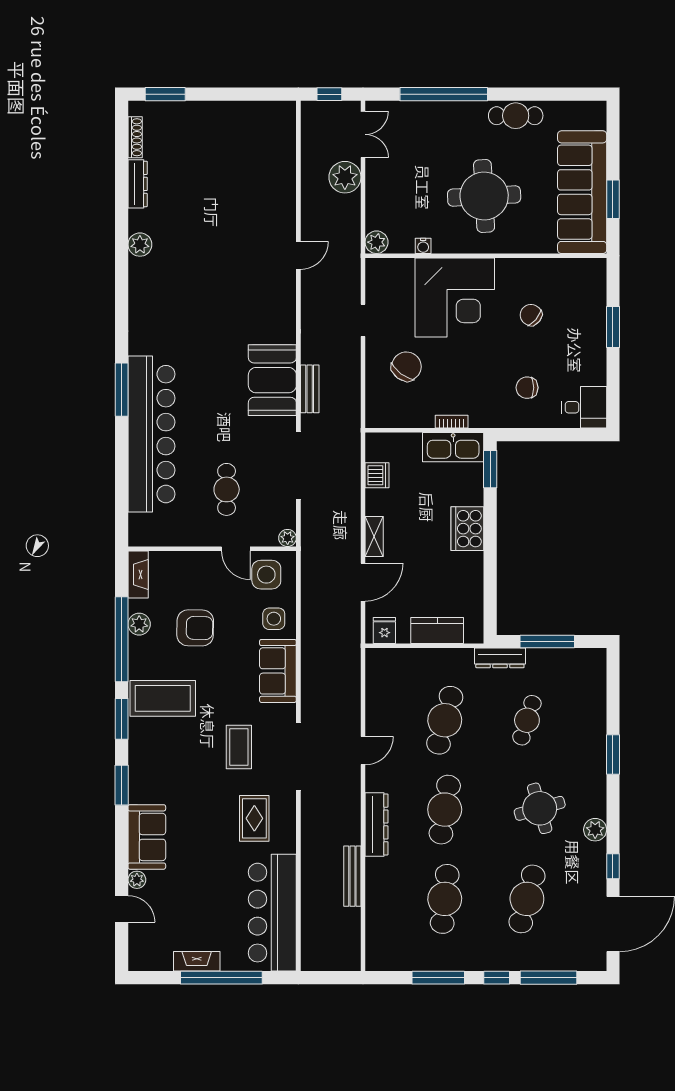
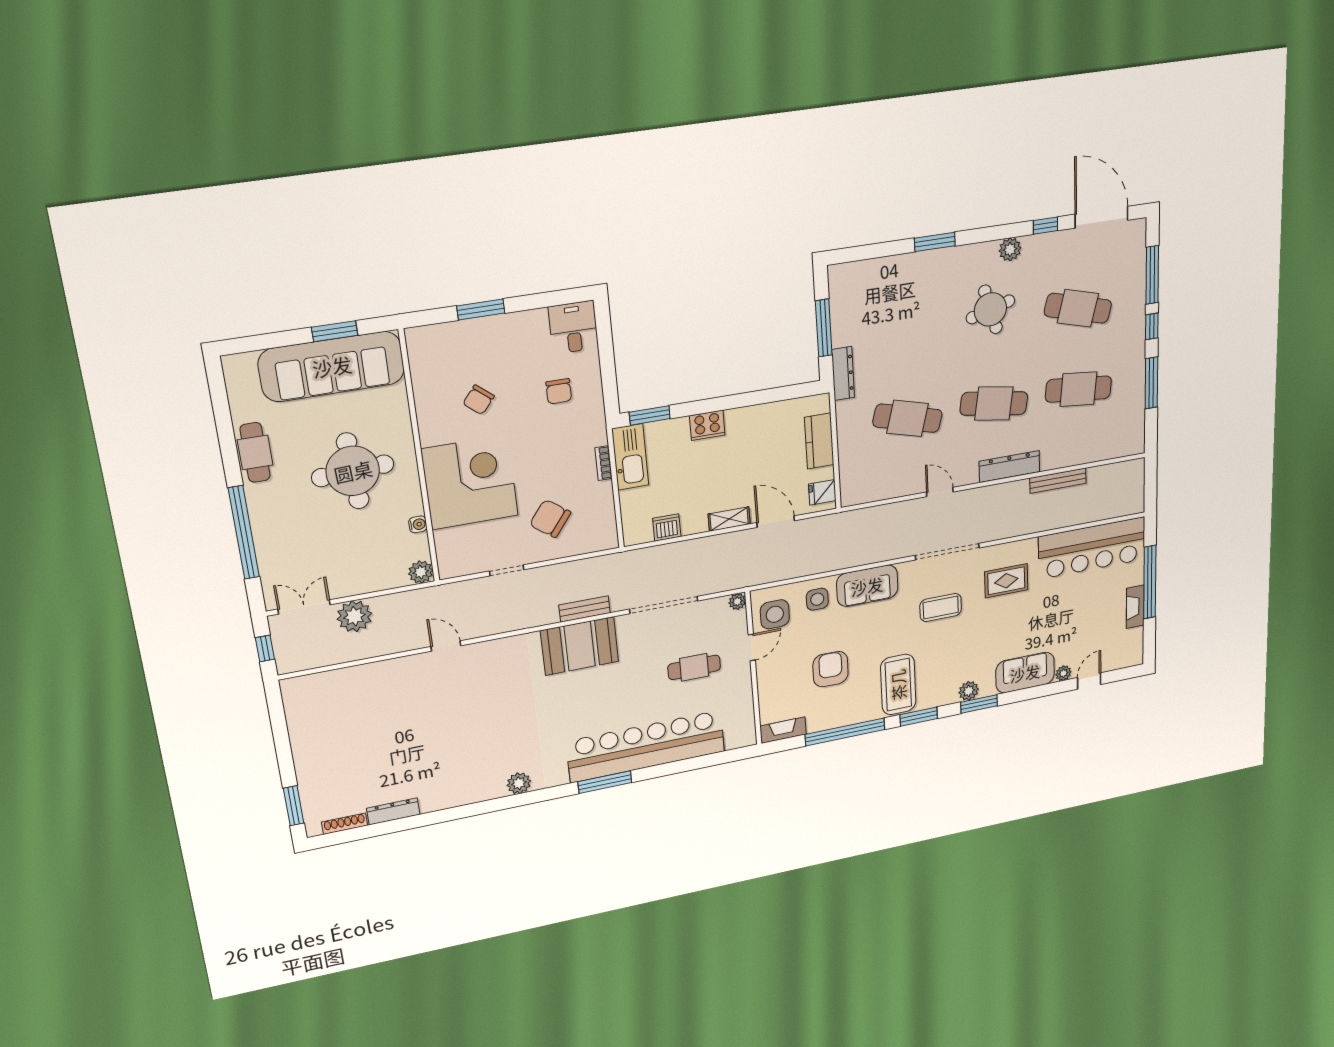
plant: (140, 245) -> (519, 783), moved
cooker: (467, 529) -> (707, 425), width x0.73, depth x0.76
plant: (139, 624) -> (969, 691), moved
cafe table: (527, 720) -> (904, 336), removed

